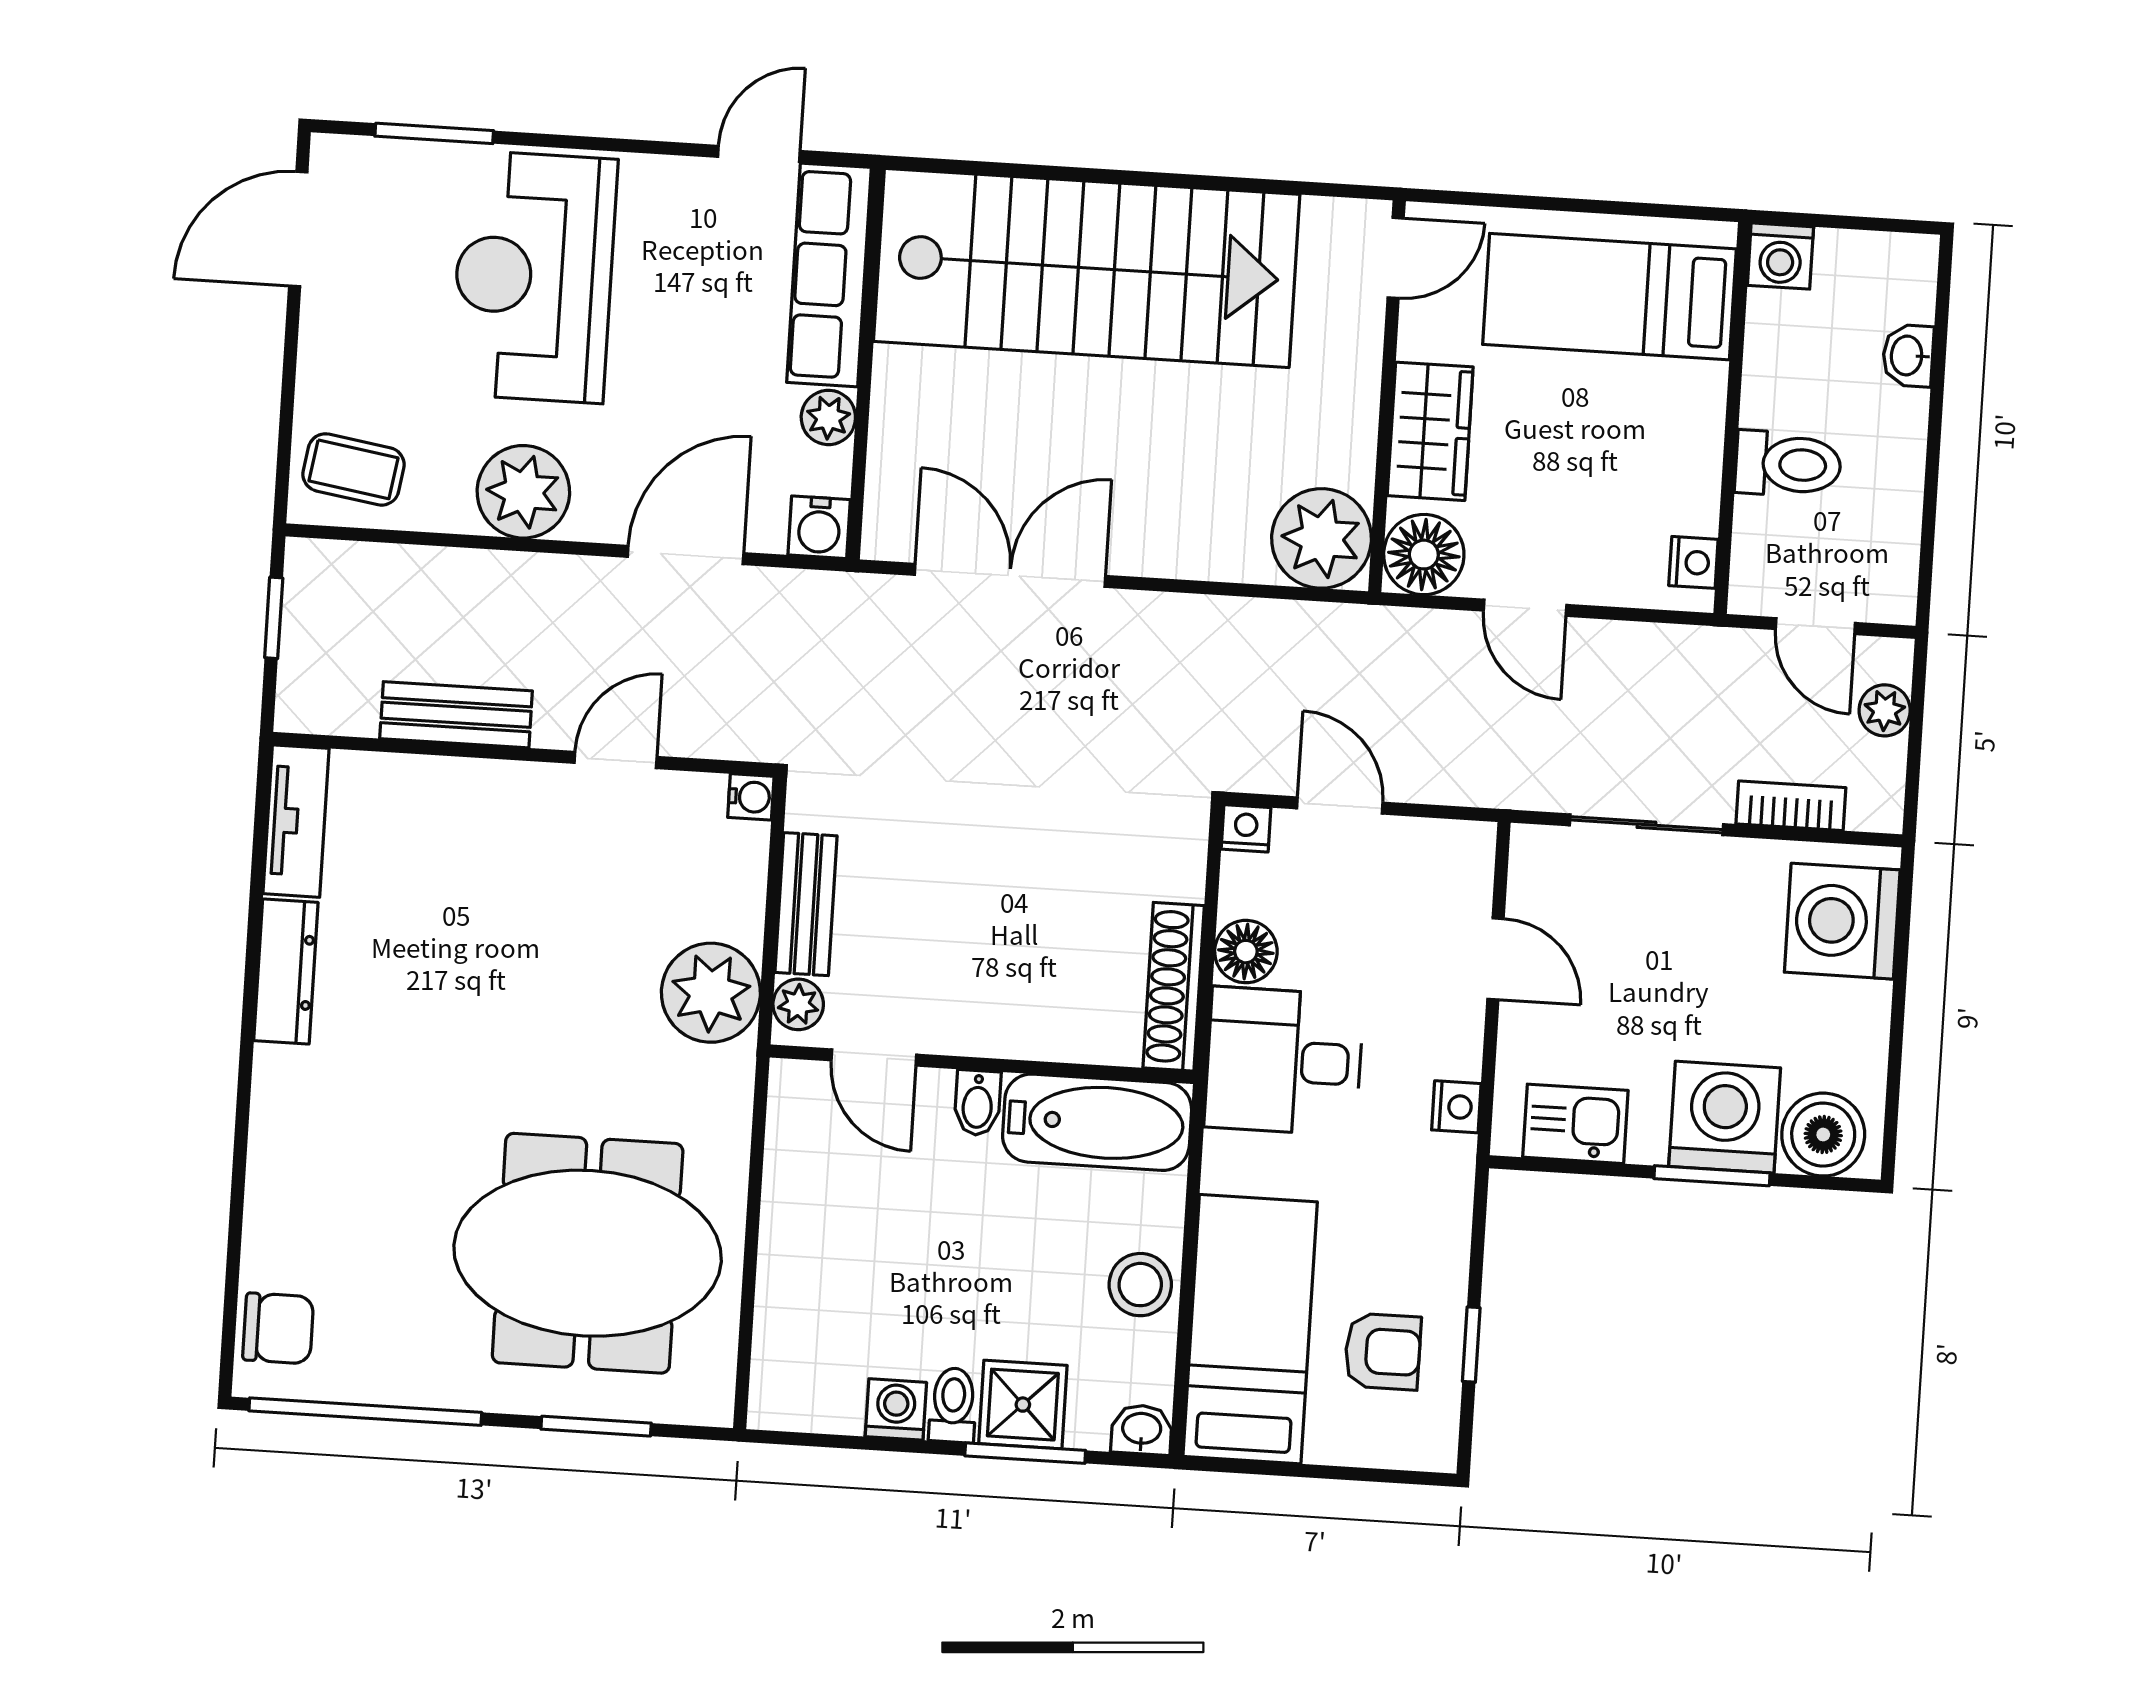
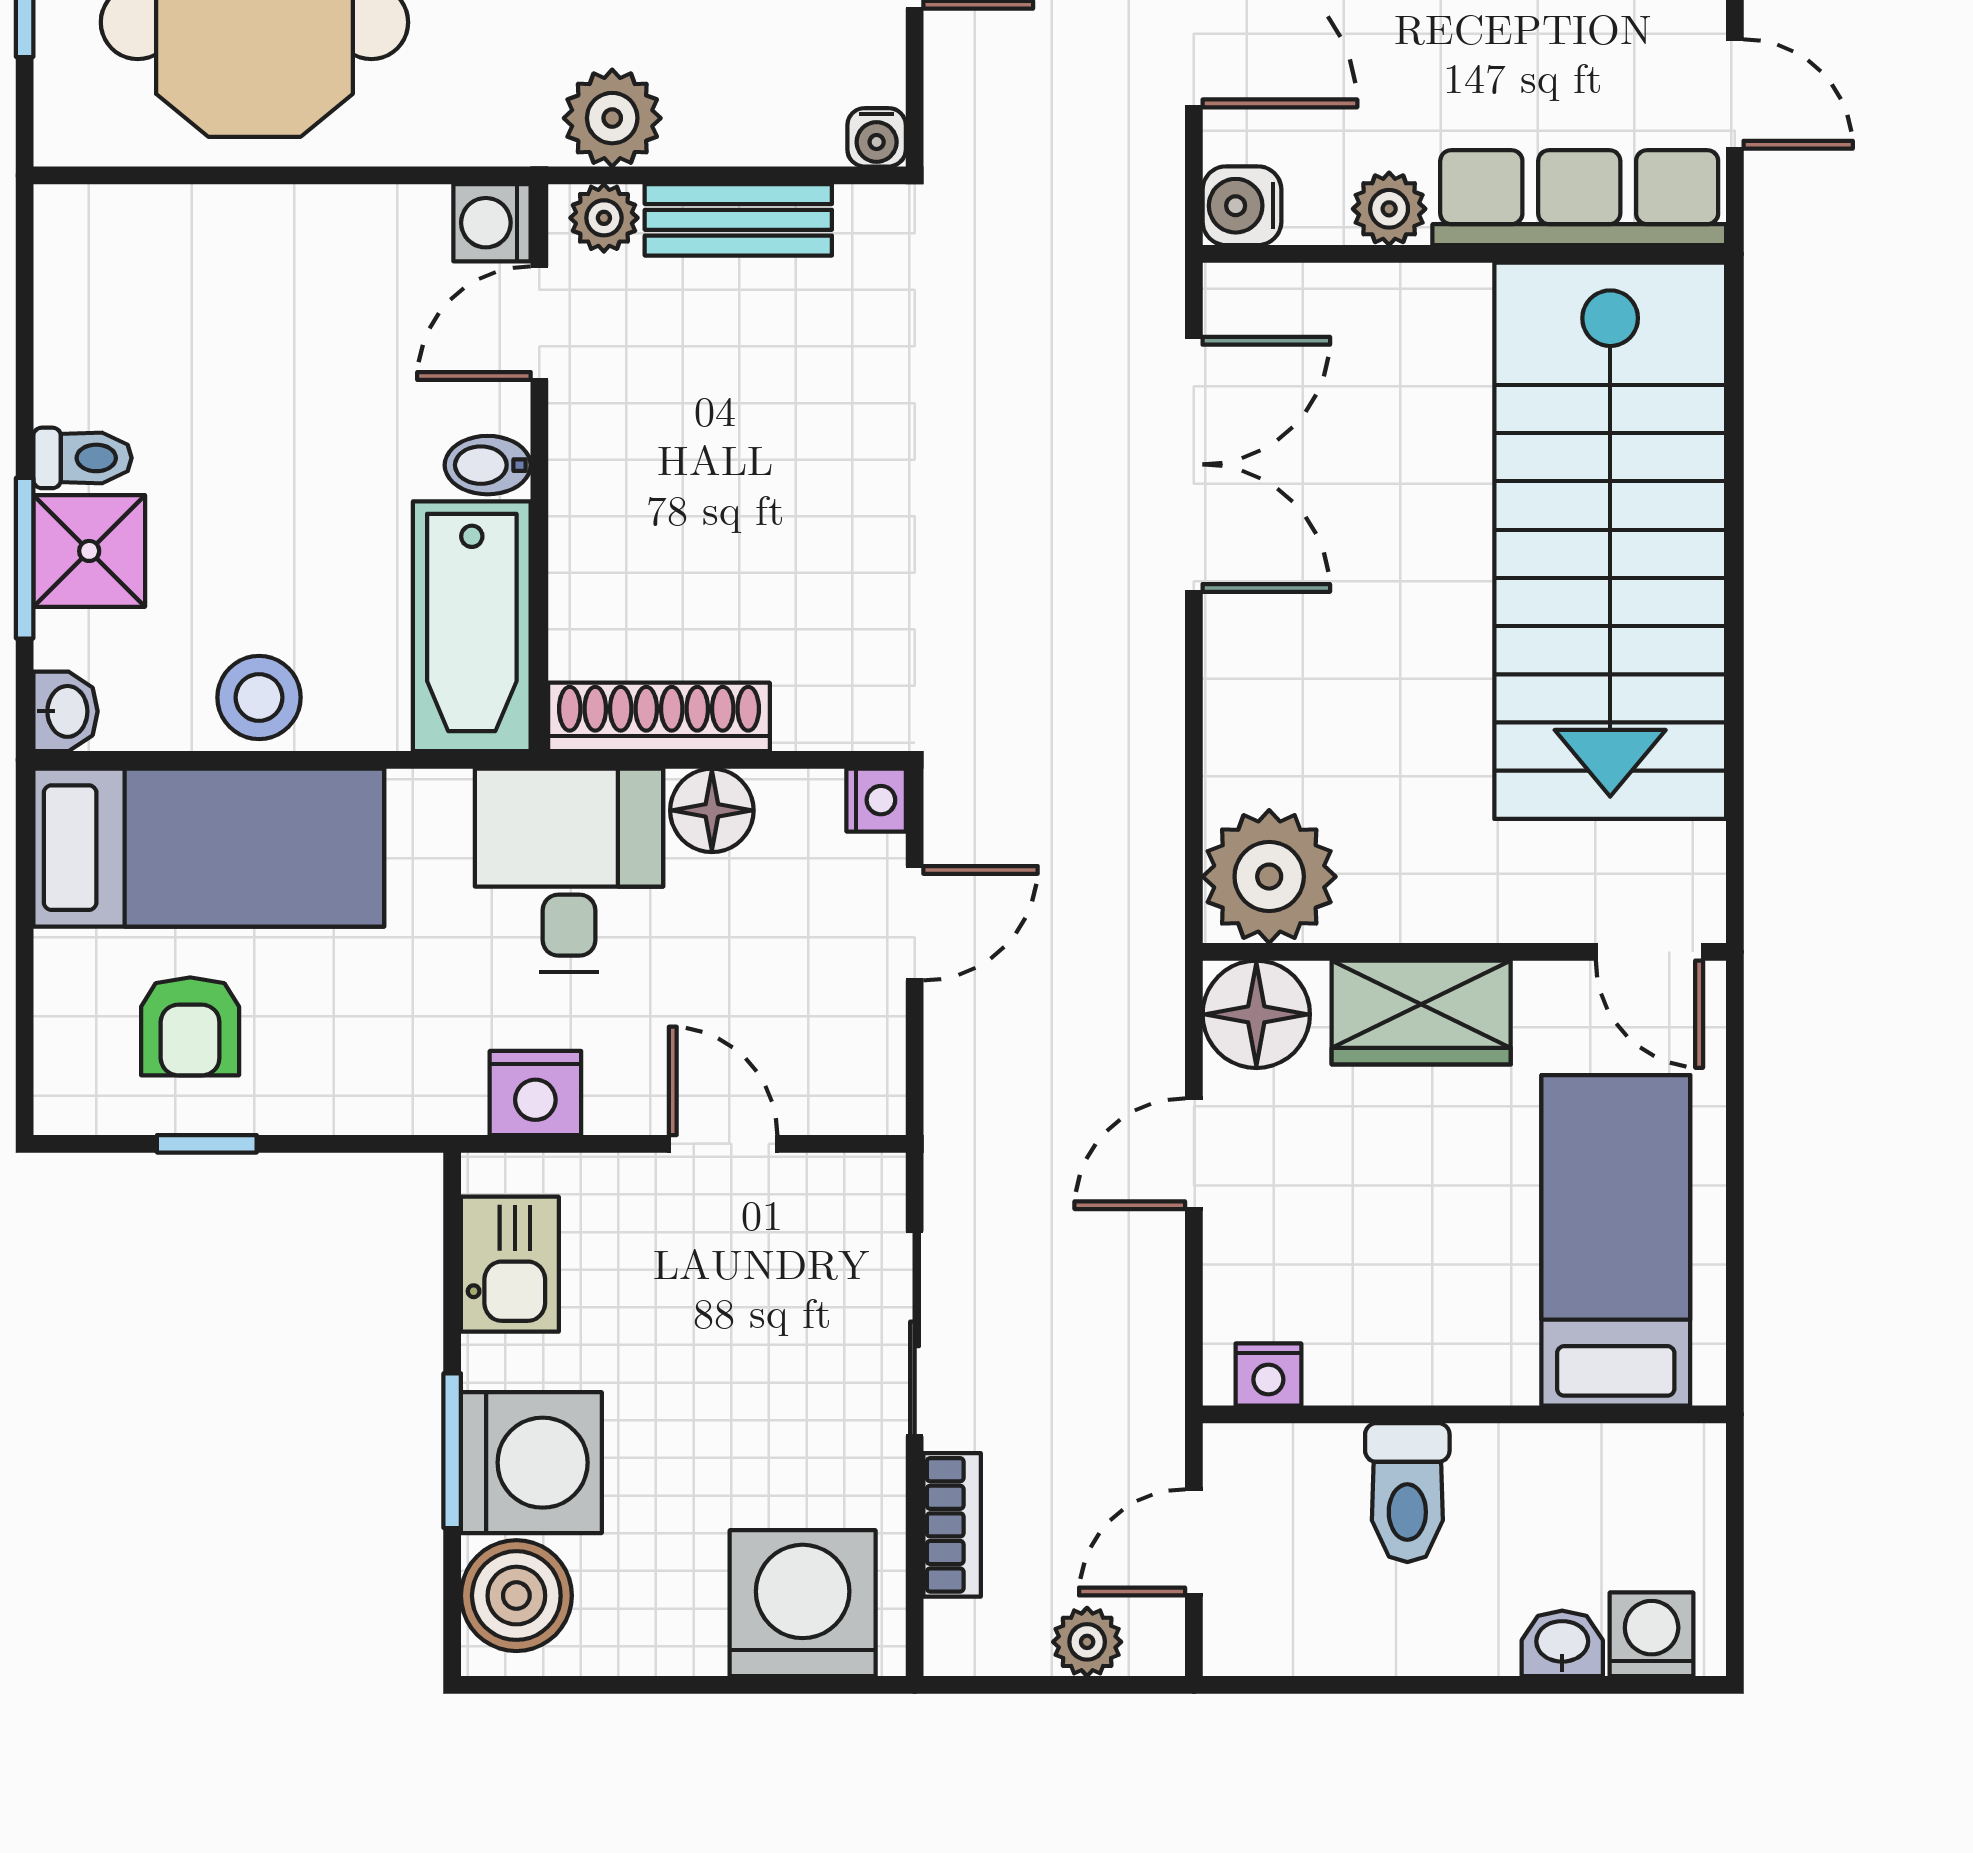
washing machine: (1780, 256) -> (1652, 1634), moved, turned 90
door: (1496, 959) -> (723, 1144), swing flipped
plant: (711, 993) -> (612, 118), width x0.73, depth x0.73
nightstand: (1456, 1107) -> (535, 1093), width x1.39, depth x1.35
washing machine: (896, 1409) -> (492, 223), moved, turned 180

